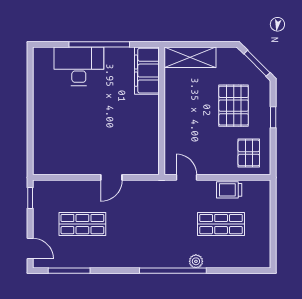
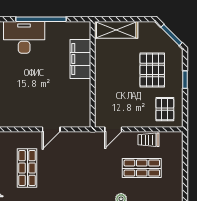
filing cabinet: (147, 71) -> (80, 59), moved
door: (186, 177) -> (113, 129), swing flipped
shop shelf: (82, 224) -> (27, 168), turned 90

